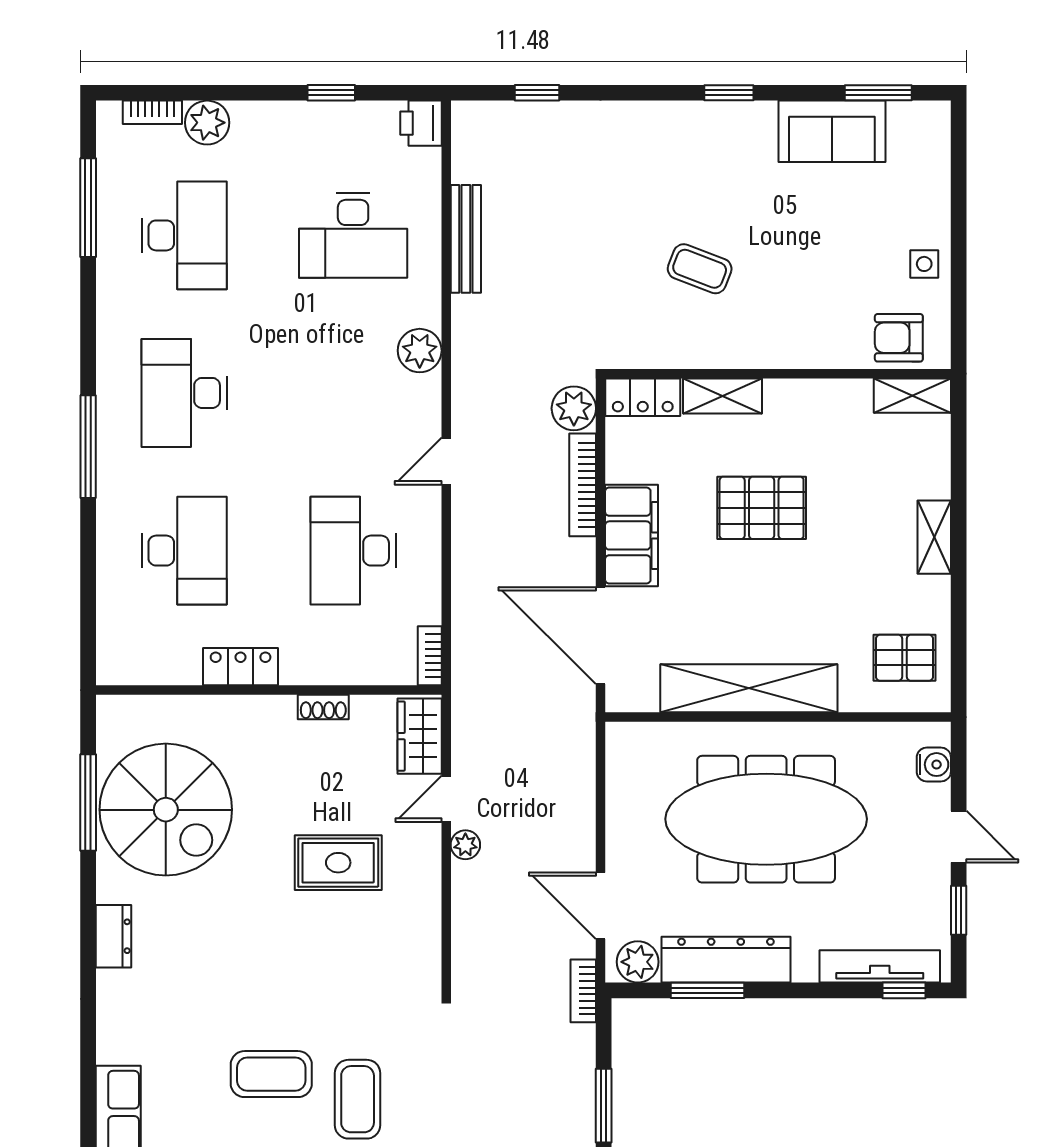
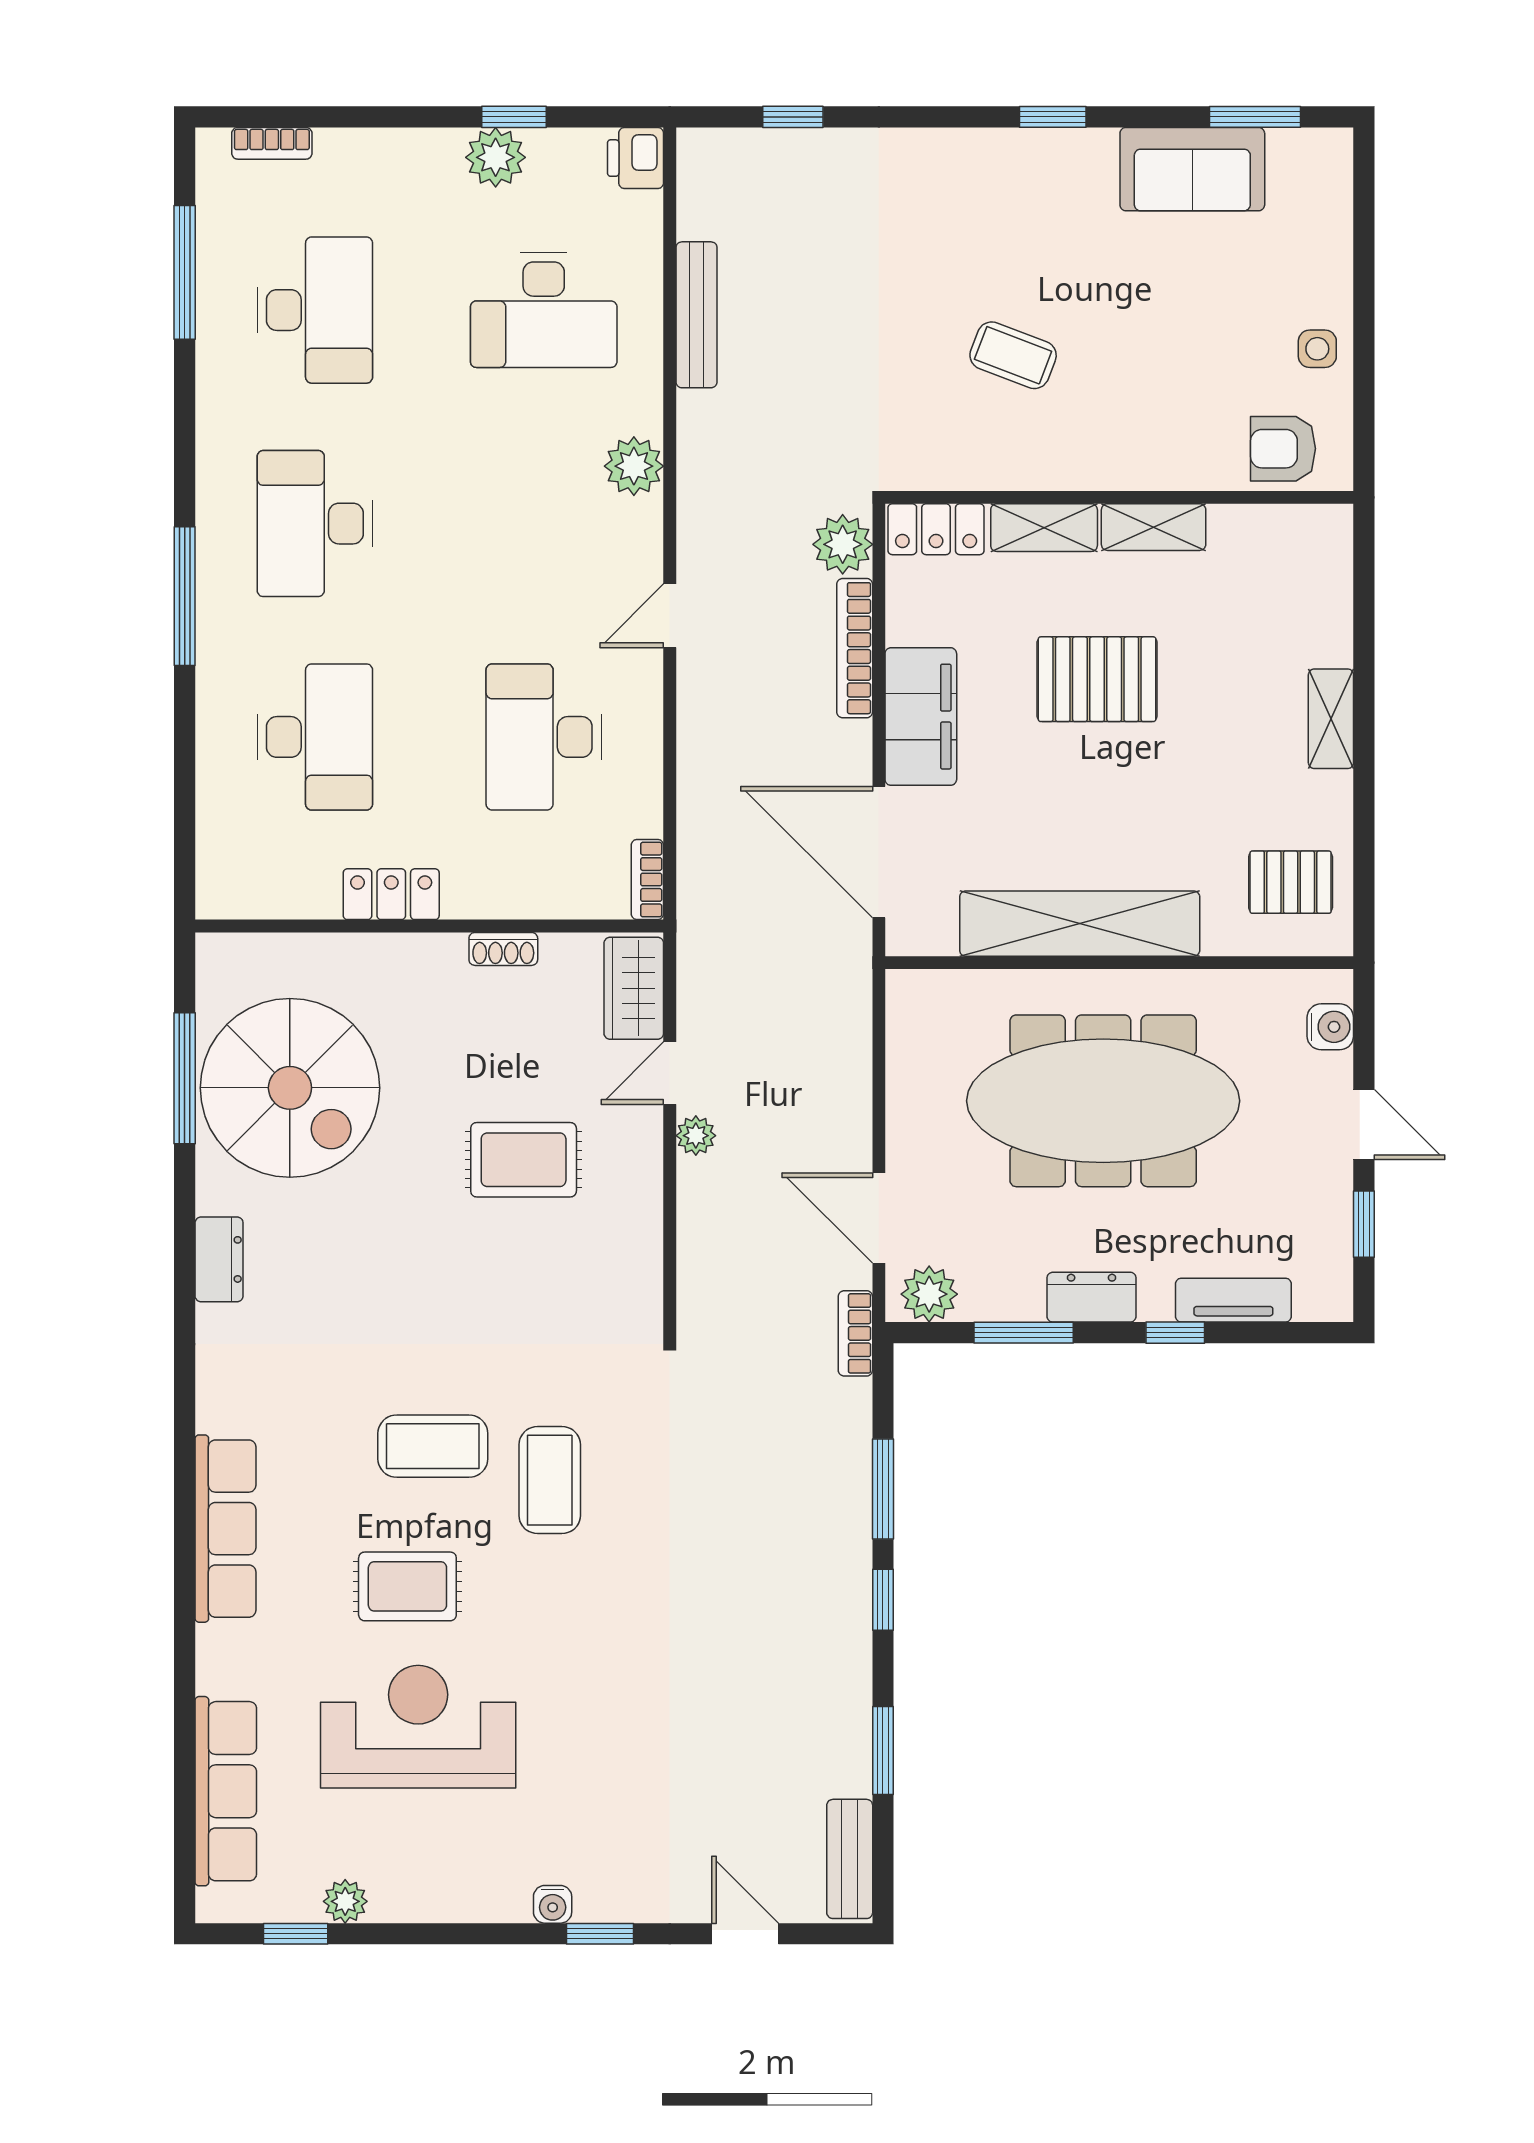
plant: (207, 123) -> (496, 157), moved
shelving: (912, 396) -> (1154, 527), moved
dresser: (726, 960) -> (1092, 1297), width x0.51, depth x0.80
tv unit: (880, 966) -> (1233, 1300), width x0.71
window: (904, 990) -> (1175, 1333), moved

